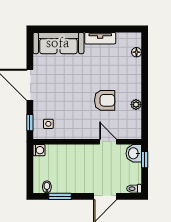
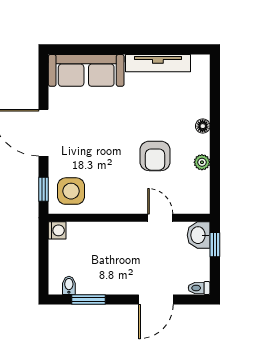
tv unit: (100, 38) -> (158, 63), width x1.41
floor lamp: (136, 52) -> (203, 126), moved
armchair: (105, 100) -> (155, 156), turned 90
side table: (48, 124) -> (71, 191), width x1.87, depth x1.87

